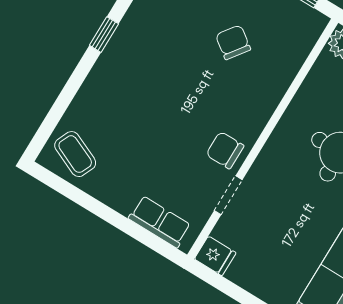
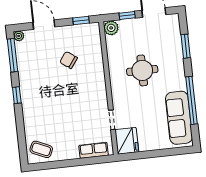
chair: (225, 150) -> (97, 104), removed
fridge: (215, 256) -> (127, 141), width x1.88, depth x1.34

